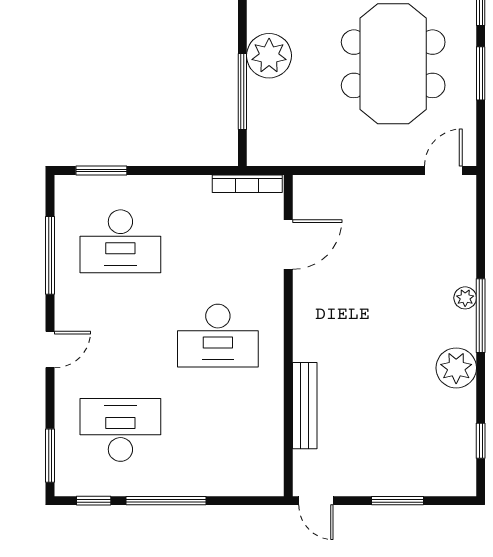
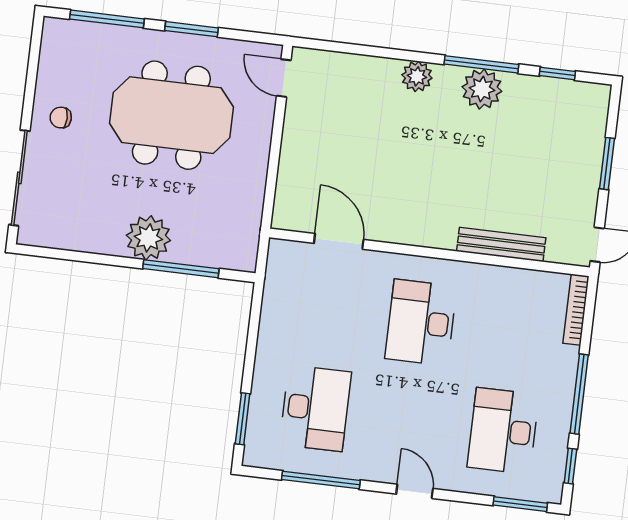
bookcase: (247, 184) -> (576, 310), moved, turned 180
plant: (465, 298) -> (417, 76), width x1.38, depth x1.38
window: (481, 316) -> (481, 64), moved
desk: (218, 336) -> (421, 322), turned 180

